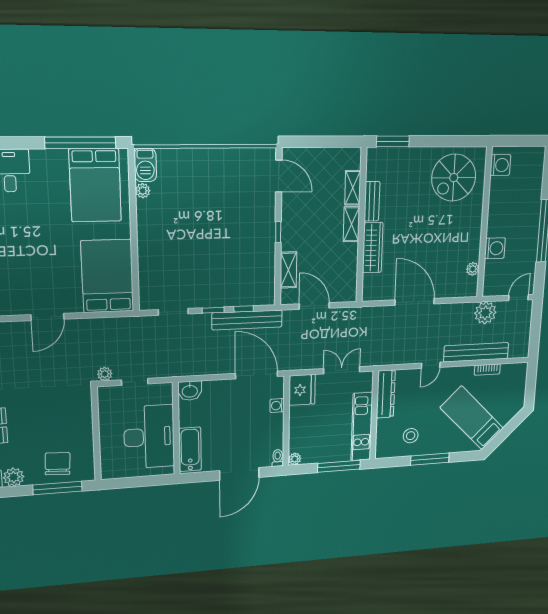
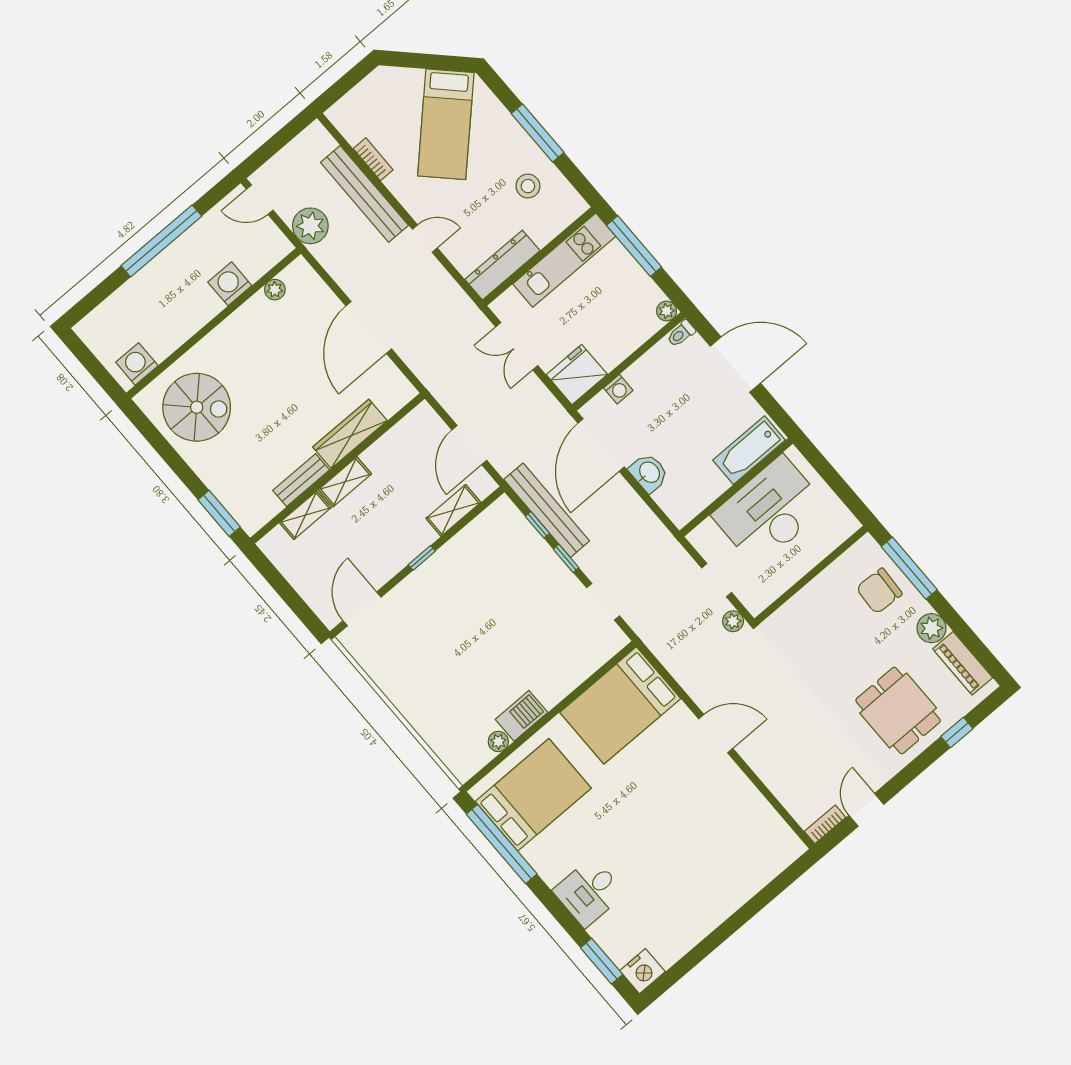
barbecue: (145, 165) -> (521, 716), moved
washbasin: (190, 391) -> (649, 473), moved

